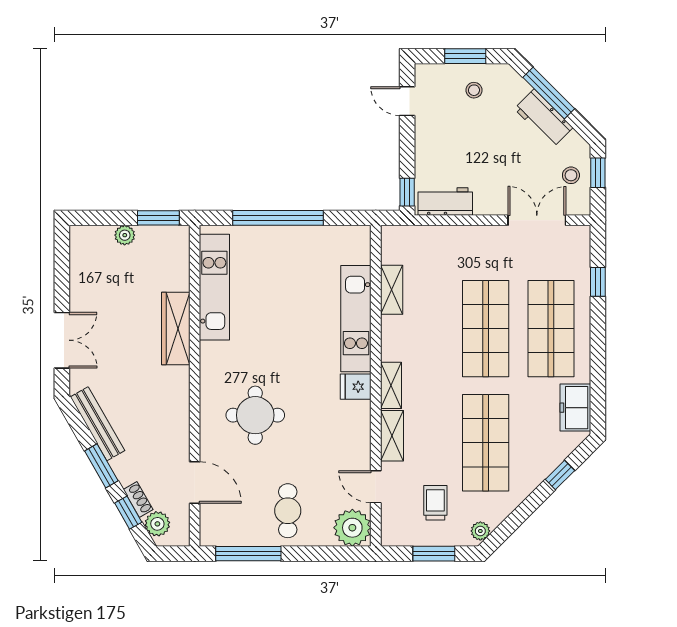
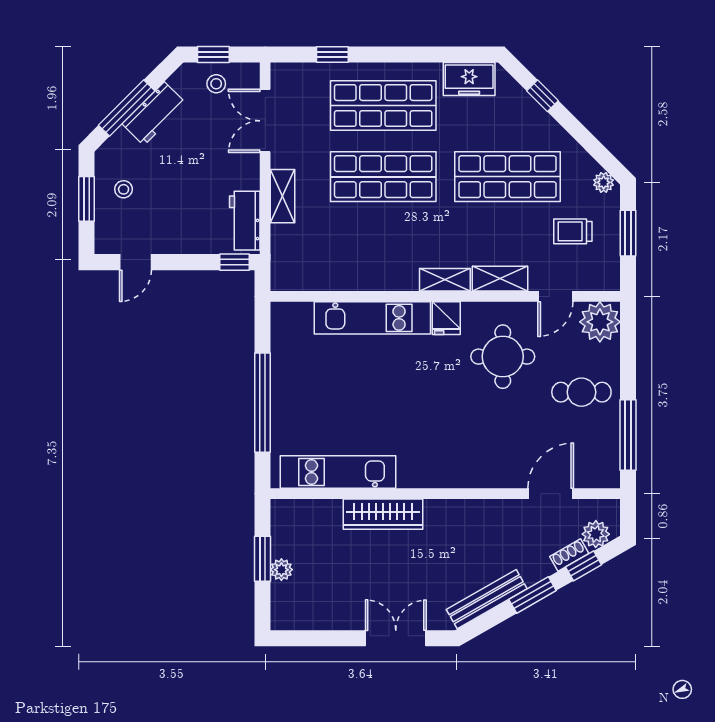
window: (158, 218) -> (263, 559), moved
shelving: (392, 290) -> (283, 196), moved, turned 90
round table: (255, 415) -> (503, 357), moved

